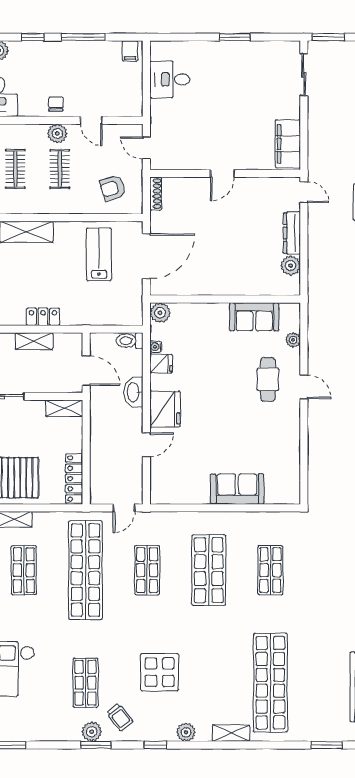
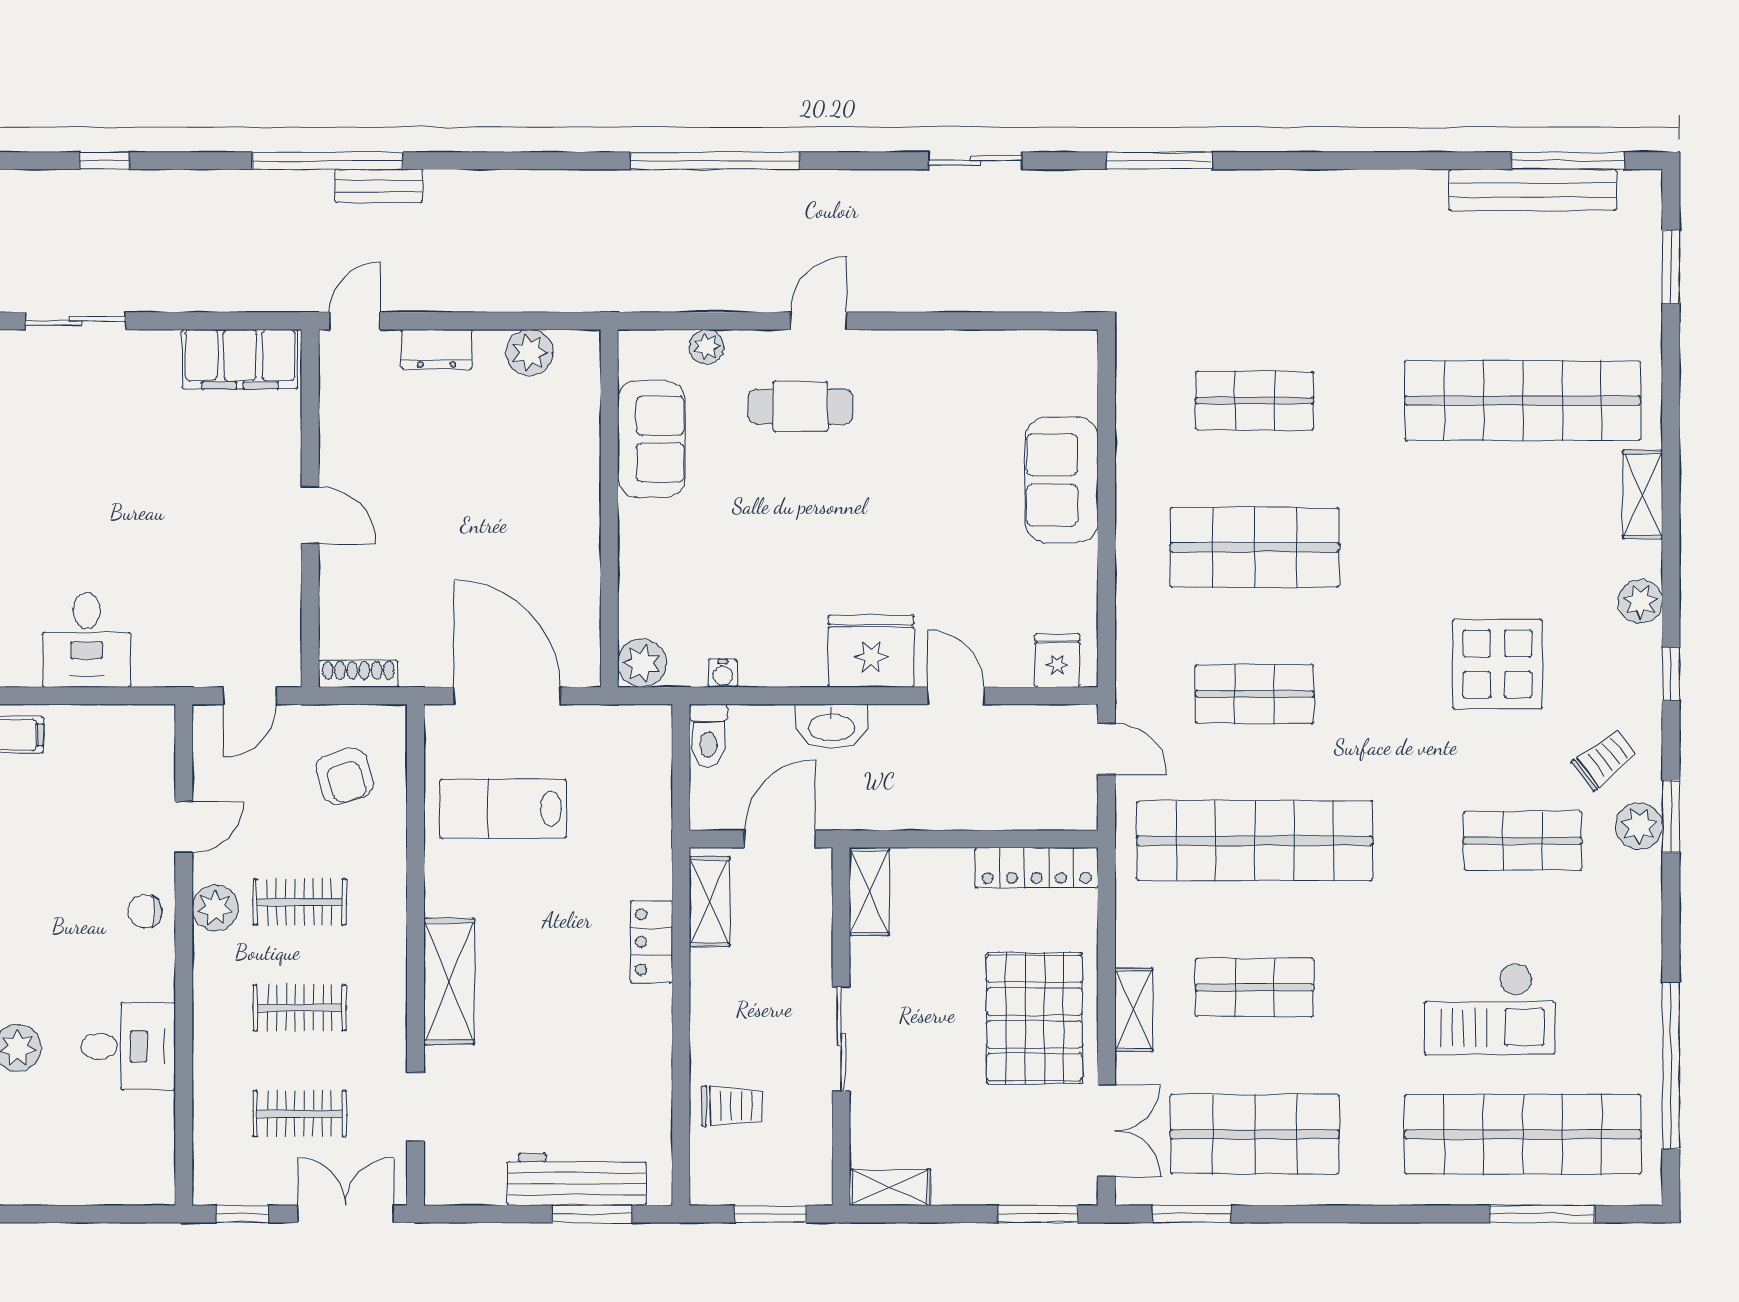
dresser: (292, 233) -> (437, 349), width x0.70
shelving: (34, 341) -> (710, 901), moved
fridge: (161, 364) -> (1057, 661), moved

